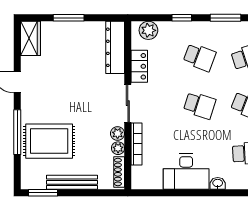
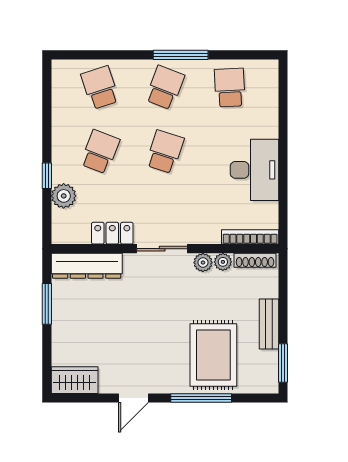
window: (69, 18) -> (47, 304), moved
window: (225, 18) -> (47, 117), removed
plant: (148, 30) -> (64, 196), moved
bookcase: (136, 144) -> (250, 237), moved
bench: (72, 182) -> (269, 324), width x0.73
washbasin: (218, 183) -> (270, 127), removed

